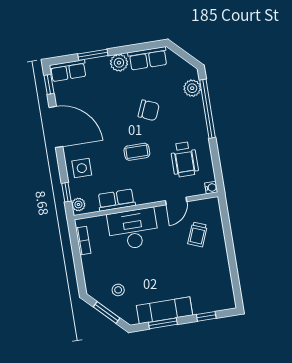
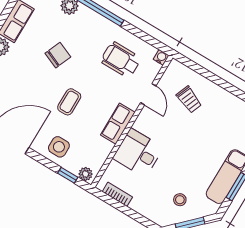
coffee table: (137, 152) -> (69, 102), moved
wheelchair: (184, 159) -> (121, 60), turned 180
row of seats: (116, 200) -> (118, 124), moved
desk: (133, 229) -> (138, 153), width x0.73

